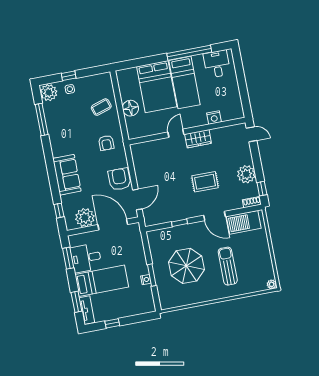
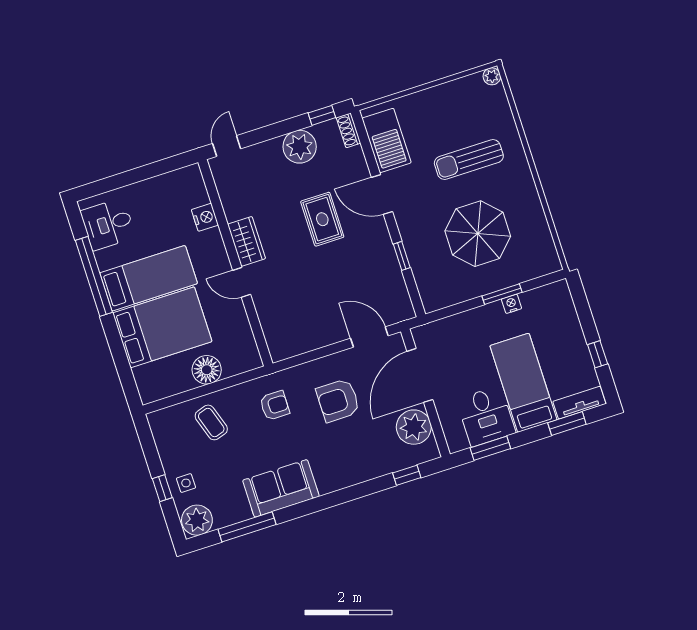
sofa: (67, 175) -> (281, 488), moved
armchair: (119, 179) -> (338, 400), moved
door: (214, 216) -> (382, 195), swing flipped

